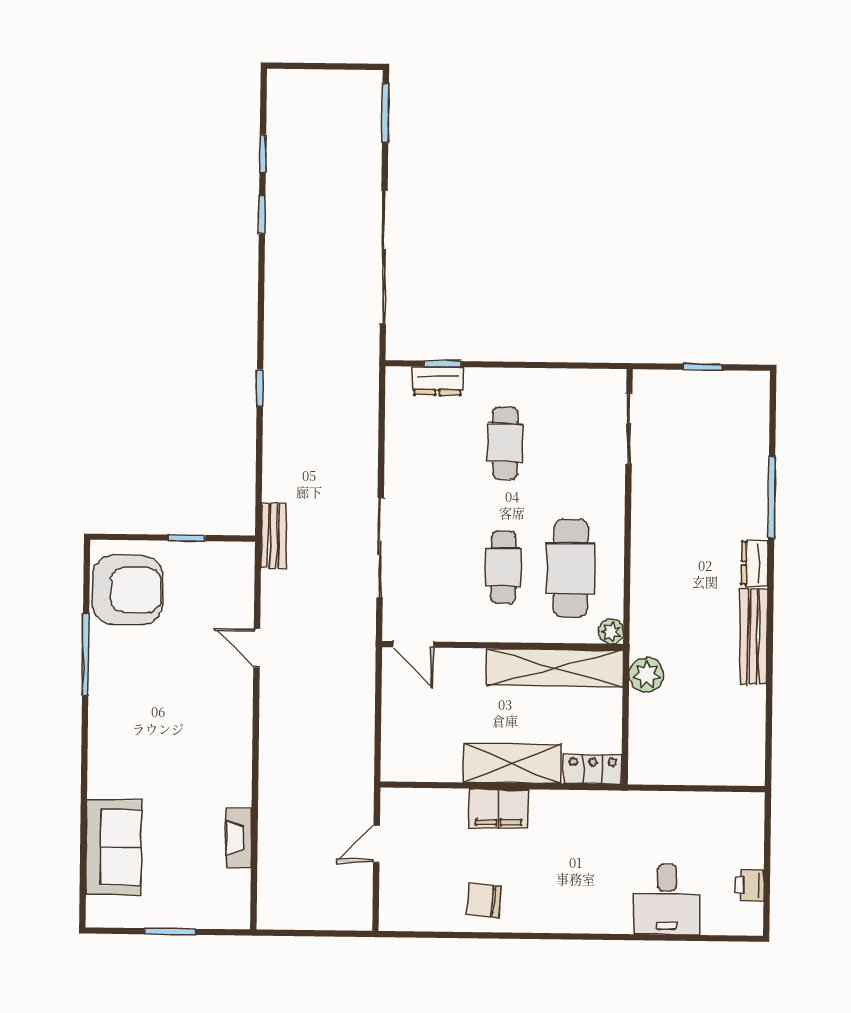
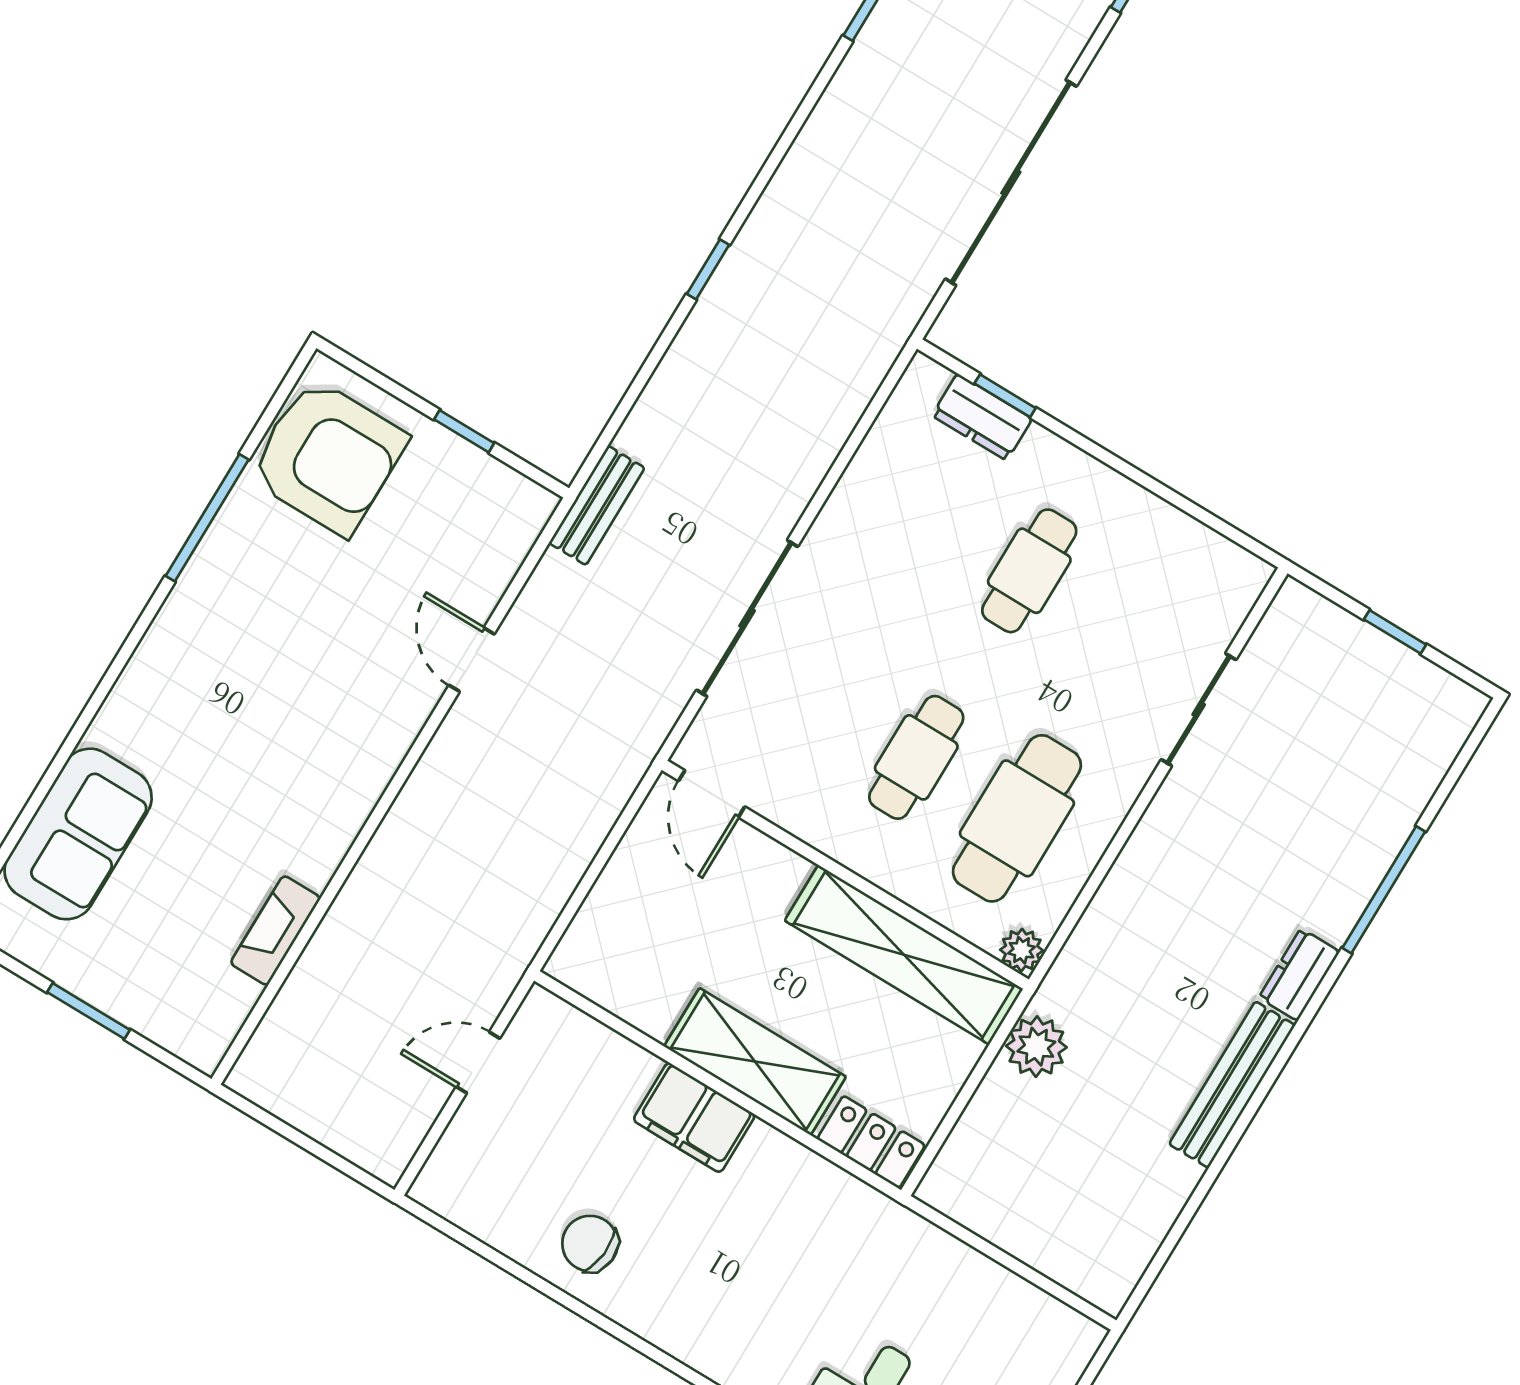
sliding door: (629, 428) -> (1199, 710), moved

